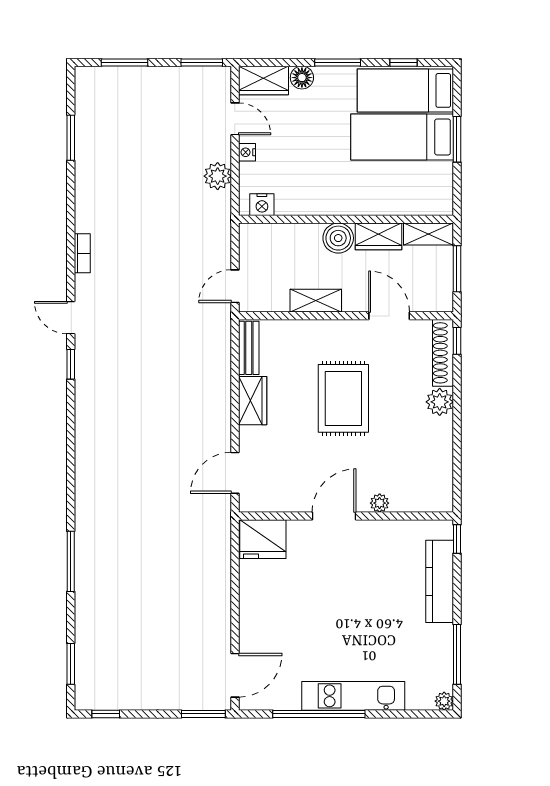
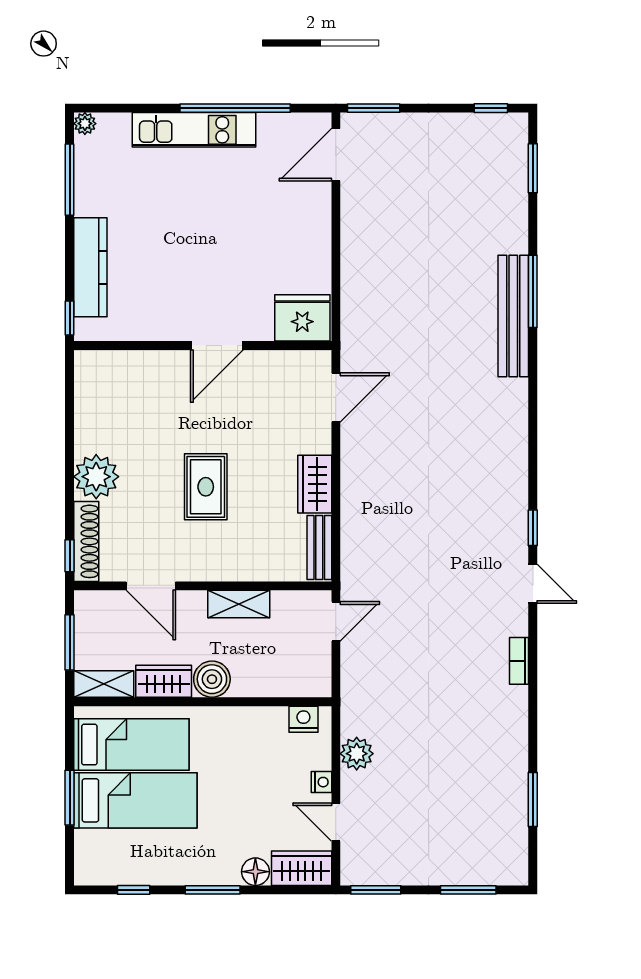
bed: (405, 90) -> (131, 745), moved
rug: (343, 398) -> (206, 487), width x0.73, depth x0.70
plant: (440, 402) -> (96, 477), width x1.36, depth x1.36
plant: (380, 503) -> (162, 361), removed
bench: (87, 541) -> (513, 316), added

